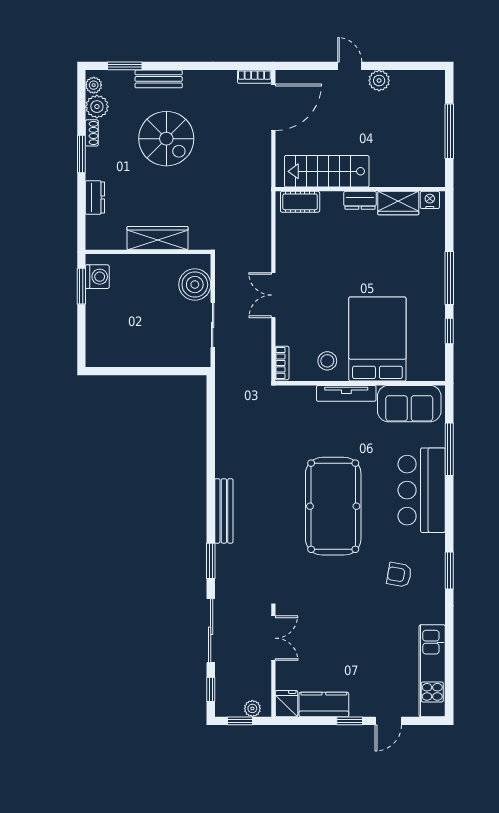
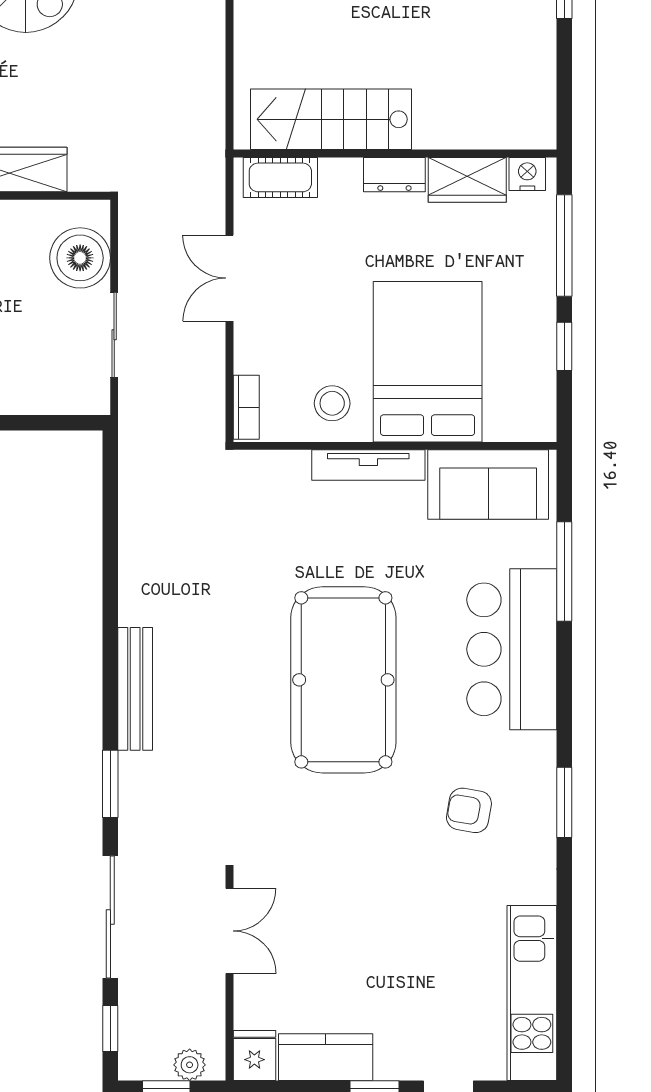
stairs: (327, 171) -> (331, 119), moved
wall: (360, 189) -> (395, 153), moved
dresser: (360, 200) -> (394, 175), moved
nightstand: (430, 200) -> (527, 174), moved
cot: (300, 202) -> (280, 177), moved
wardrobe: (398, 203) -> (467, 180), moved

